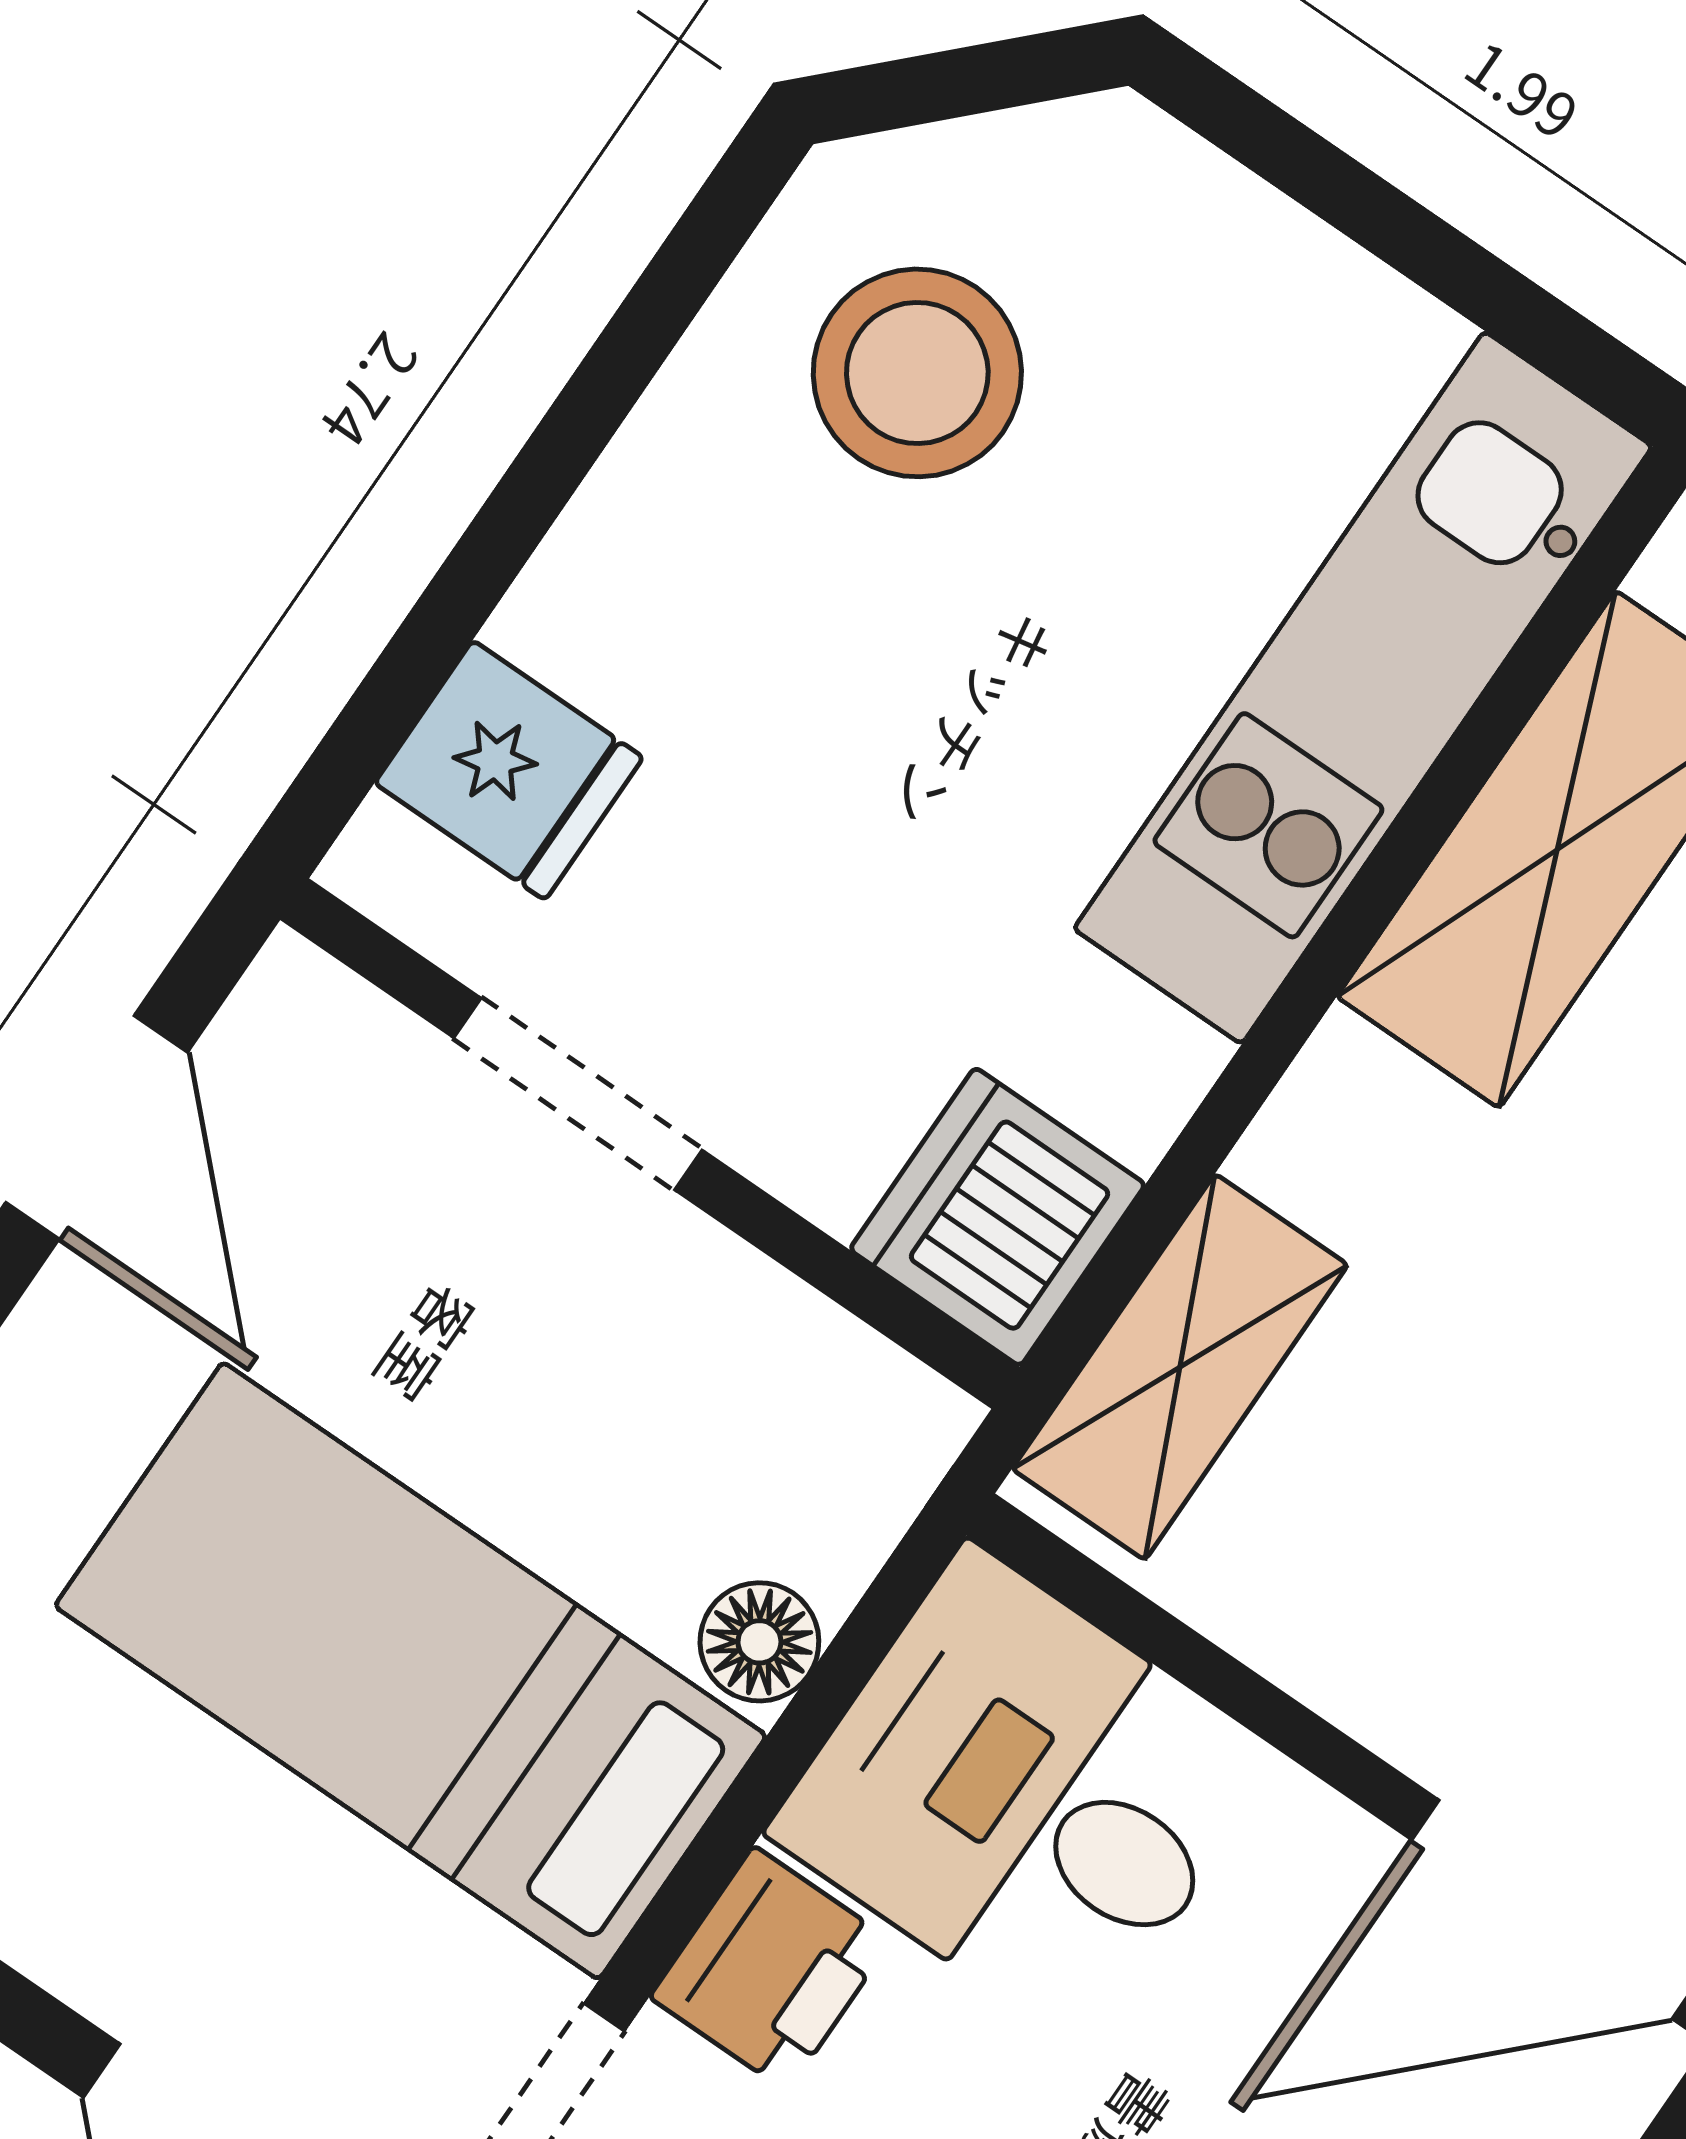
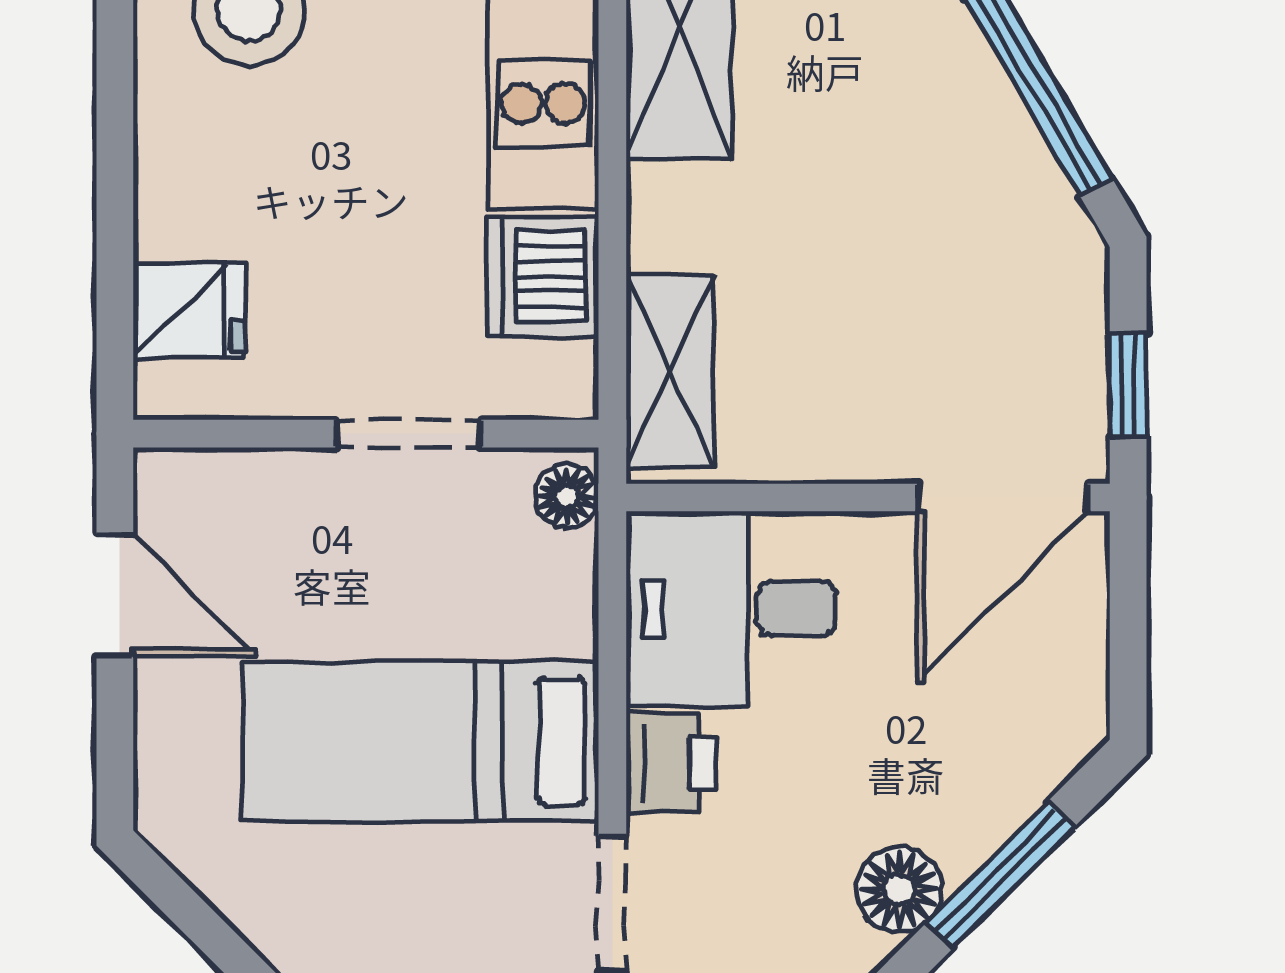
doorway: (578, 1094) -> (409, 434), moved
dishwasher: (998, 1217) -> (543, 276), moved
floor lamp: (759, 1642) -> (567, 496), moved

